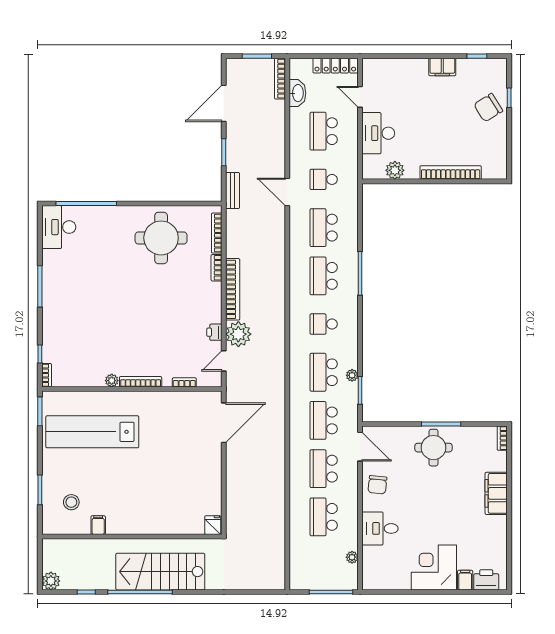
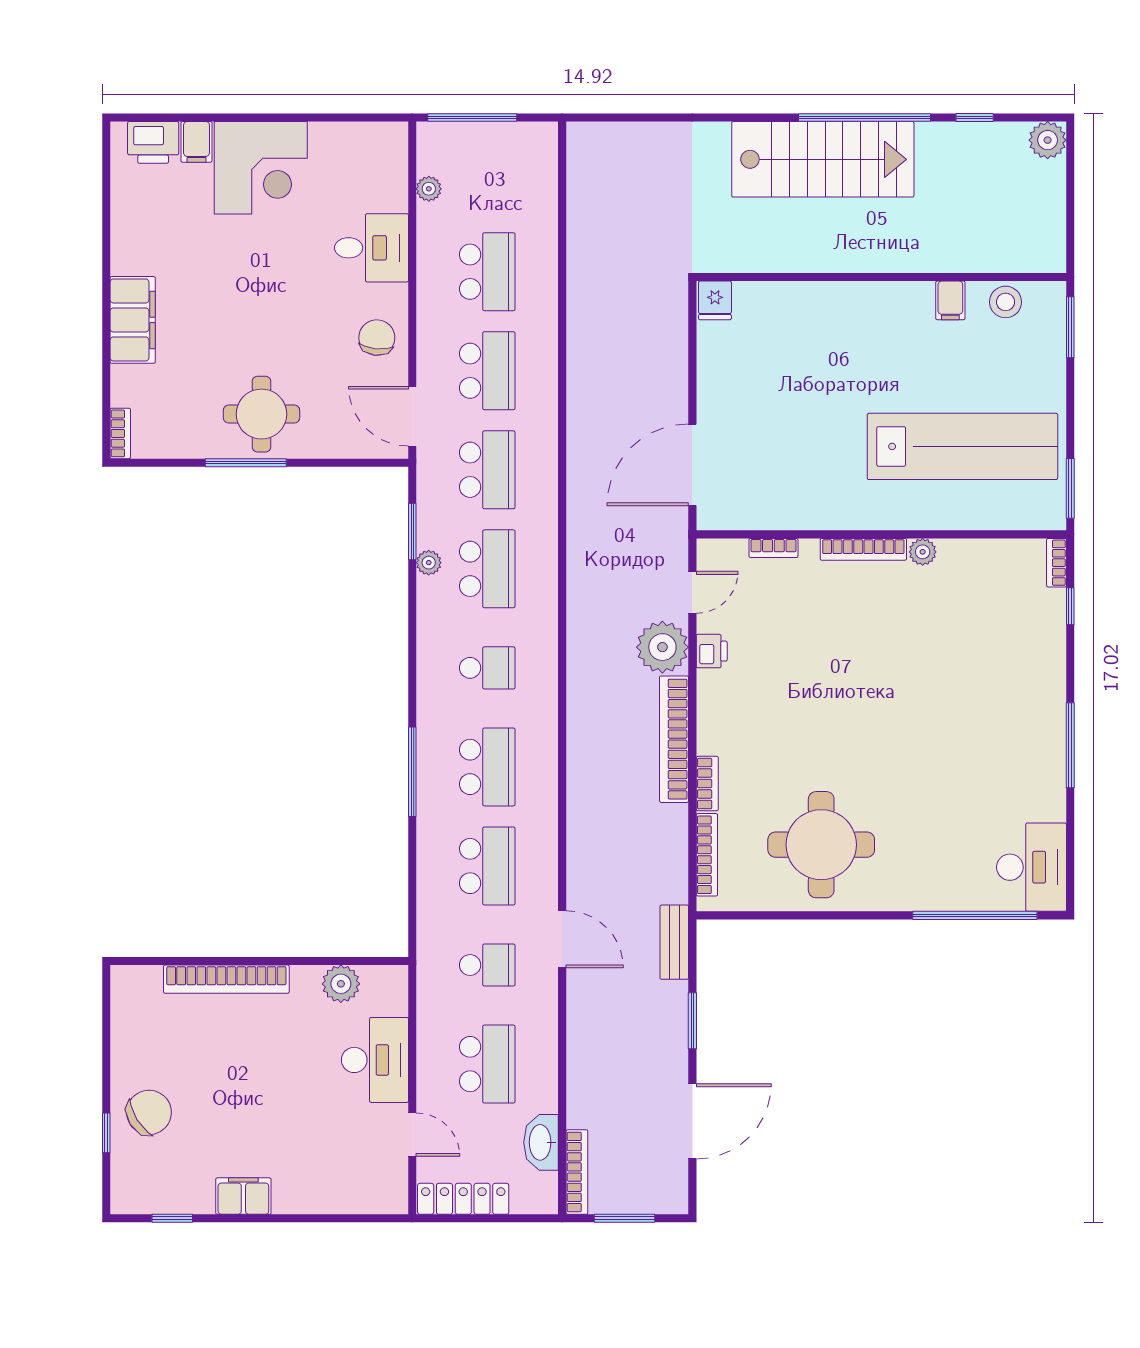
filing cabinet: (98, 525) -> (950, 300), moved
fridge: (213, 525) -> (715, 300), moved
wall: (132, 536) -> (881, 277), moved

